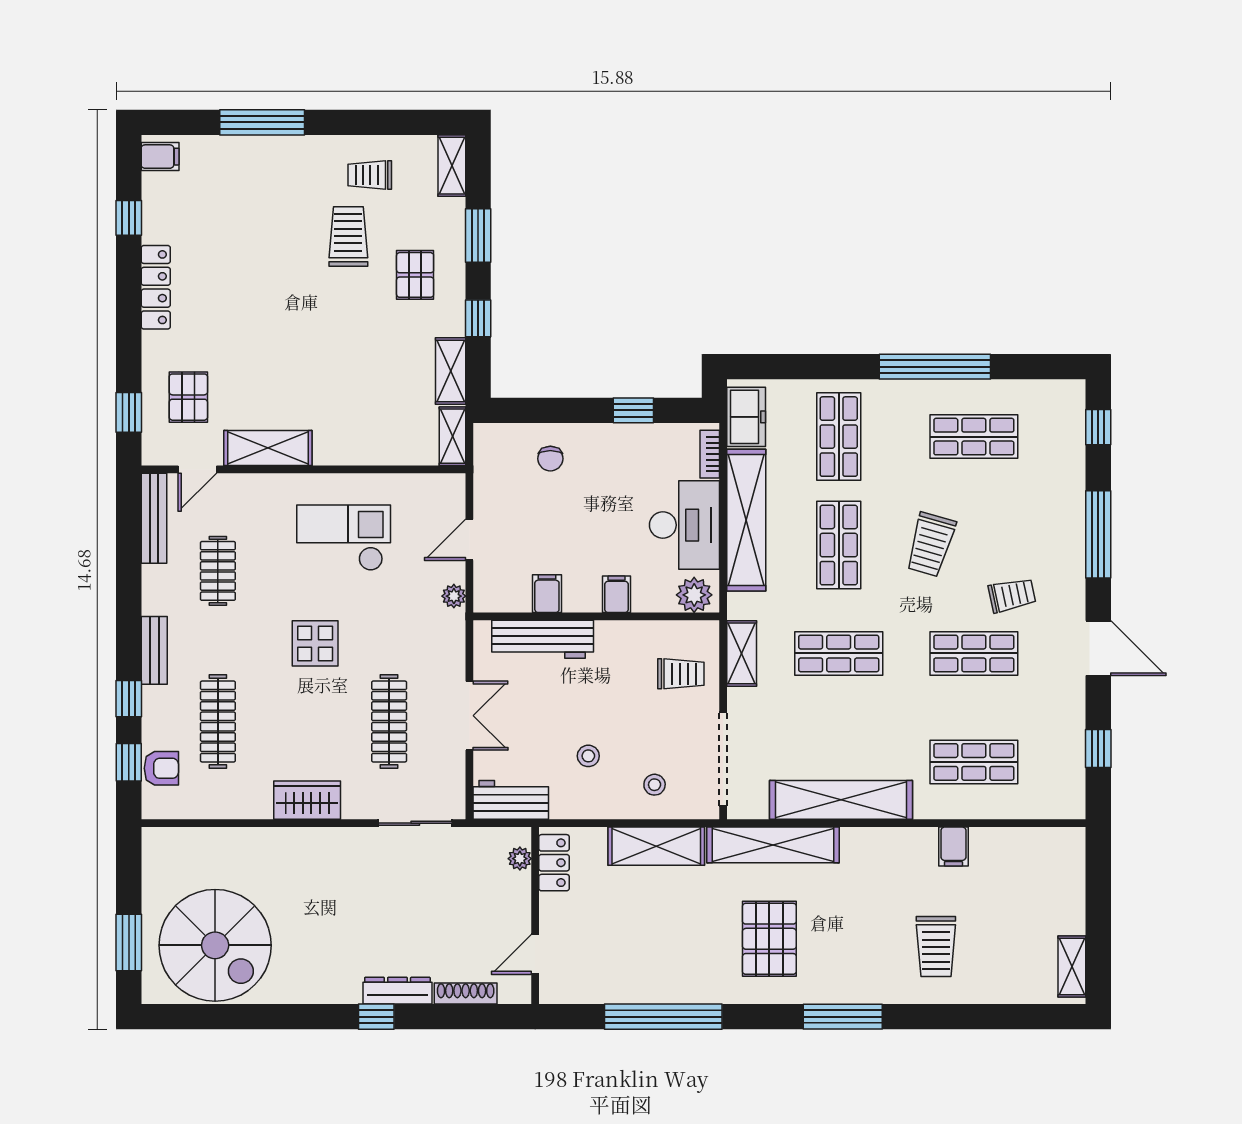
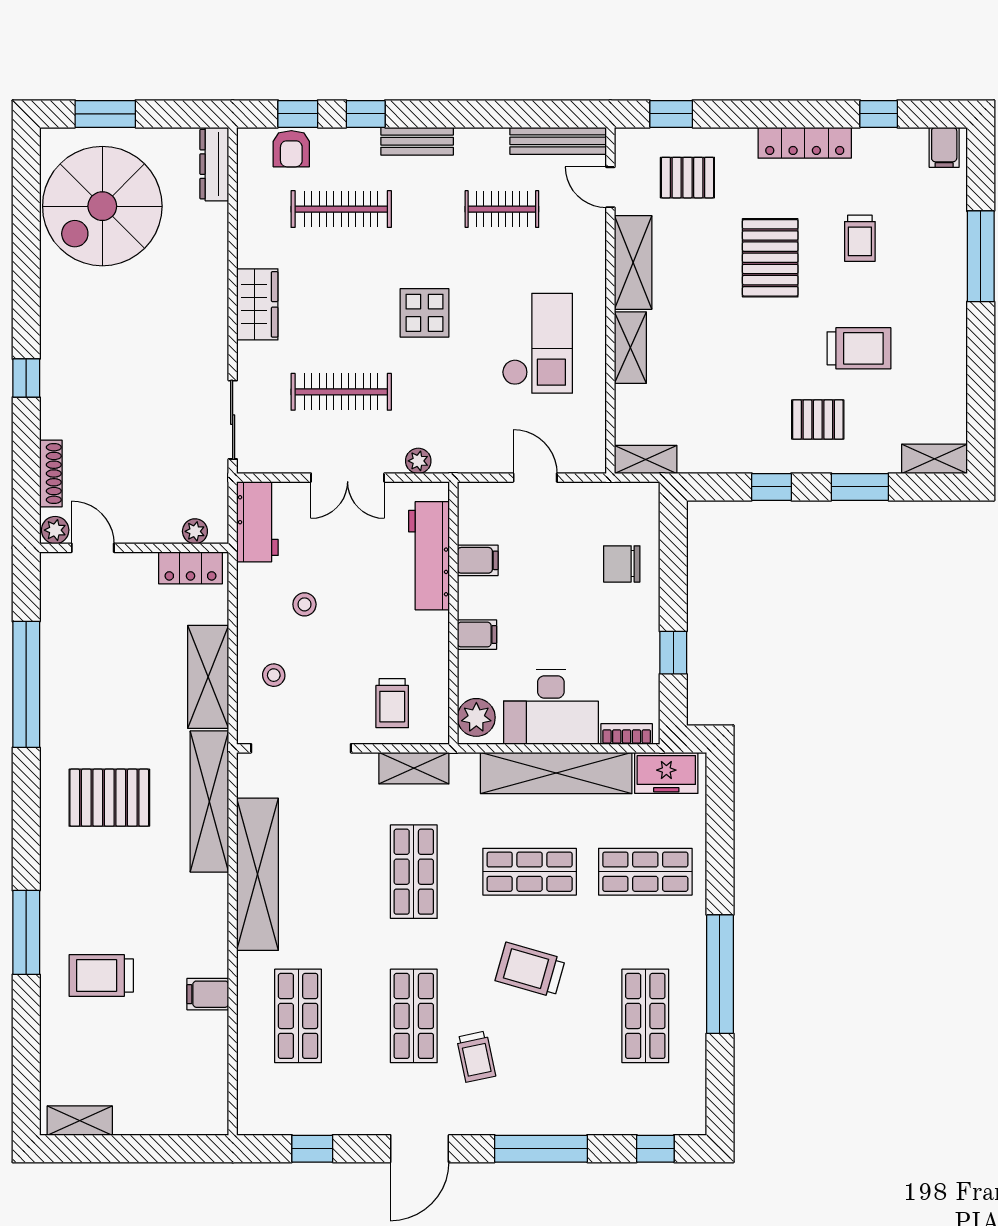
trolley: (370, 175) -> (860, 238), moved, turned 180
pallet: (264, 320) -> (770, 258), added
shelving: (451, 371) -> (630, 348), moved, turned 90
chair: (550, 459) -> (622, 564), width x1.37, depth x1.37
plant: (454, 596) -> (418, 461), moved
plant: (519, 990) -> (55, 530), added
dresser: (397, 991) -> (214, 164), moved, turned 180
window: (843, 1017) -> (26, 932), moved

